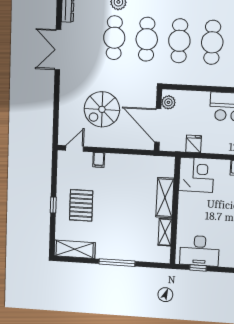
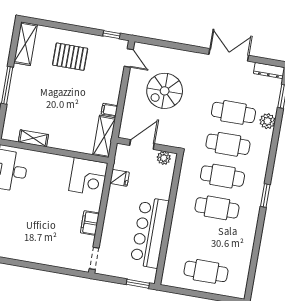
spiral stairs: (102, 109) -> (165, 91), turned -90
door: (158, 126) -> (142, 144), width x0.73
filing cabinet: (99, 160) -> (109, 110), moved
shelving: (165, 198) -> (104, 136), moved, turned 90
window: (53, 205) -> (112, 35), moved

